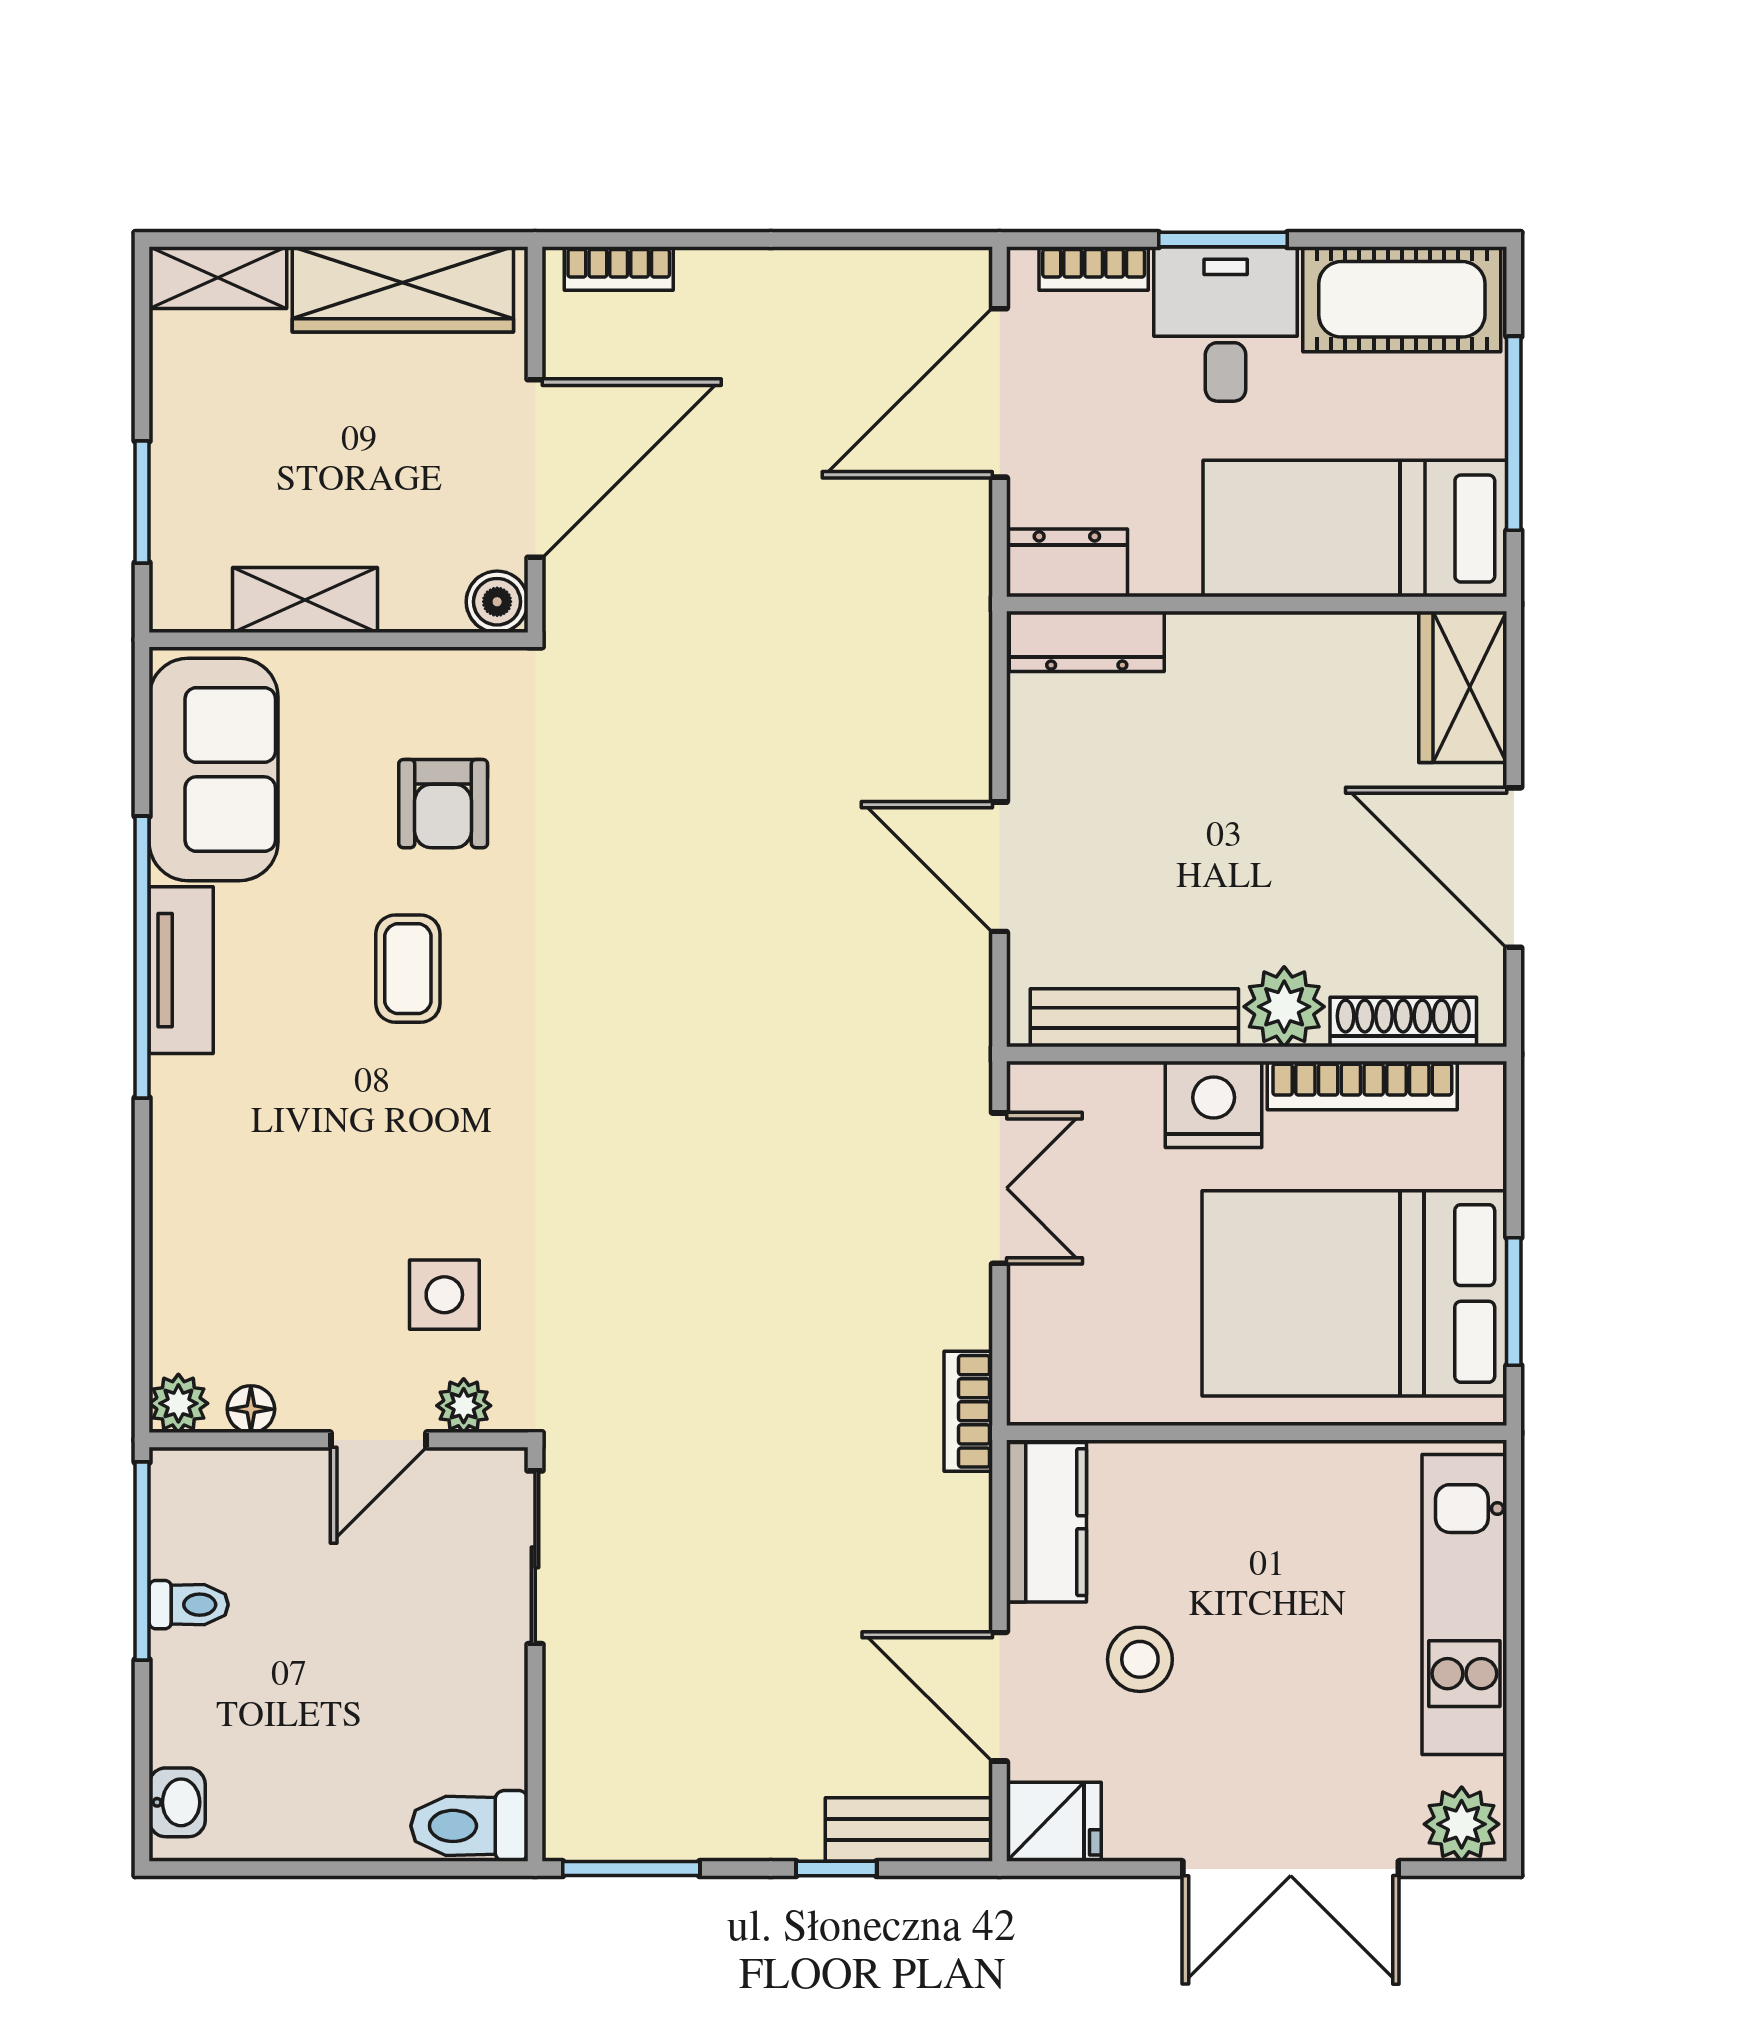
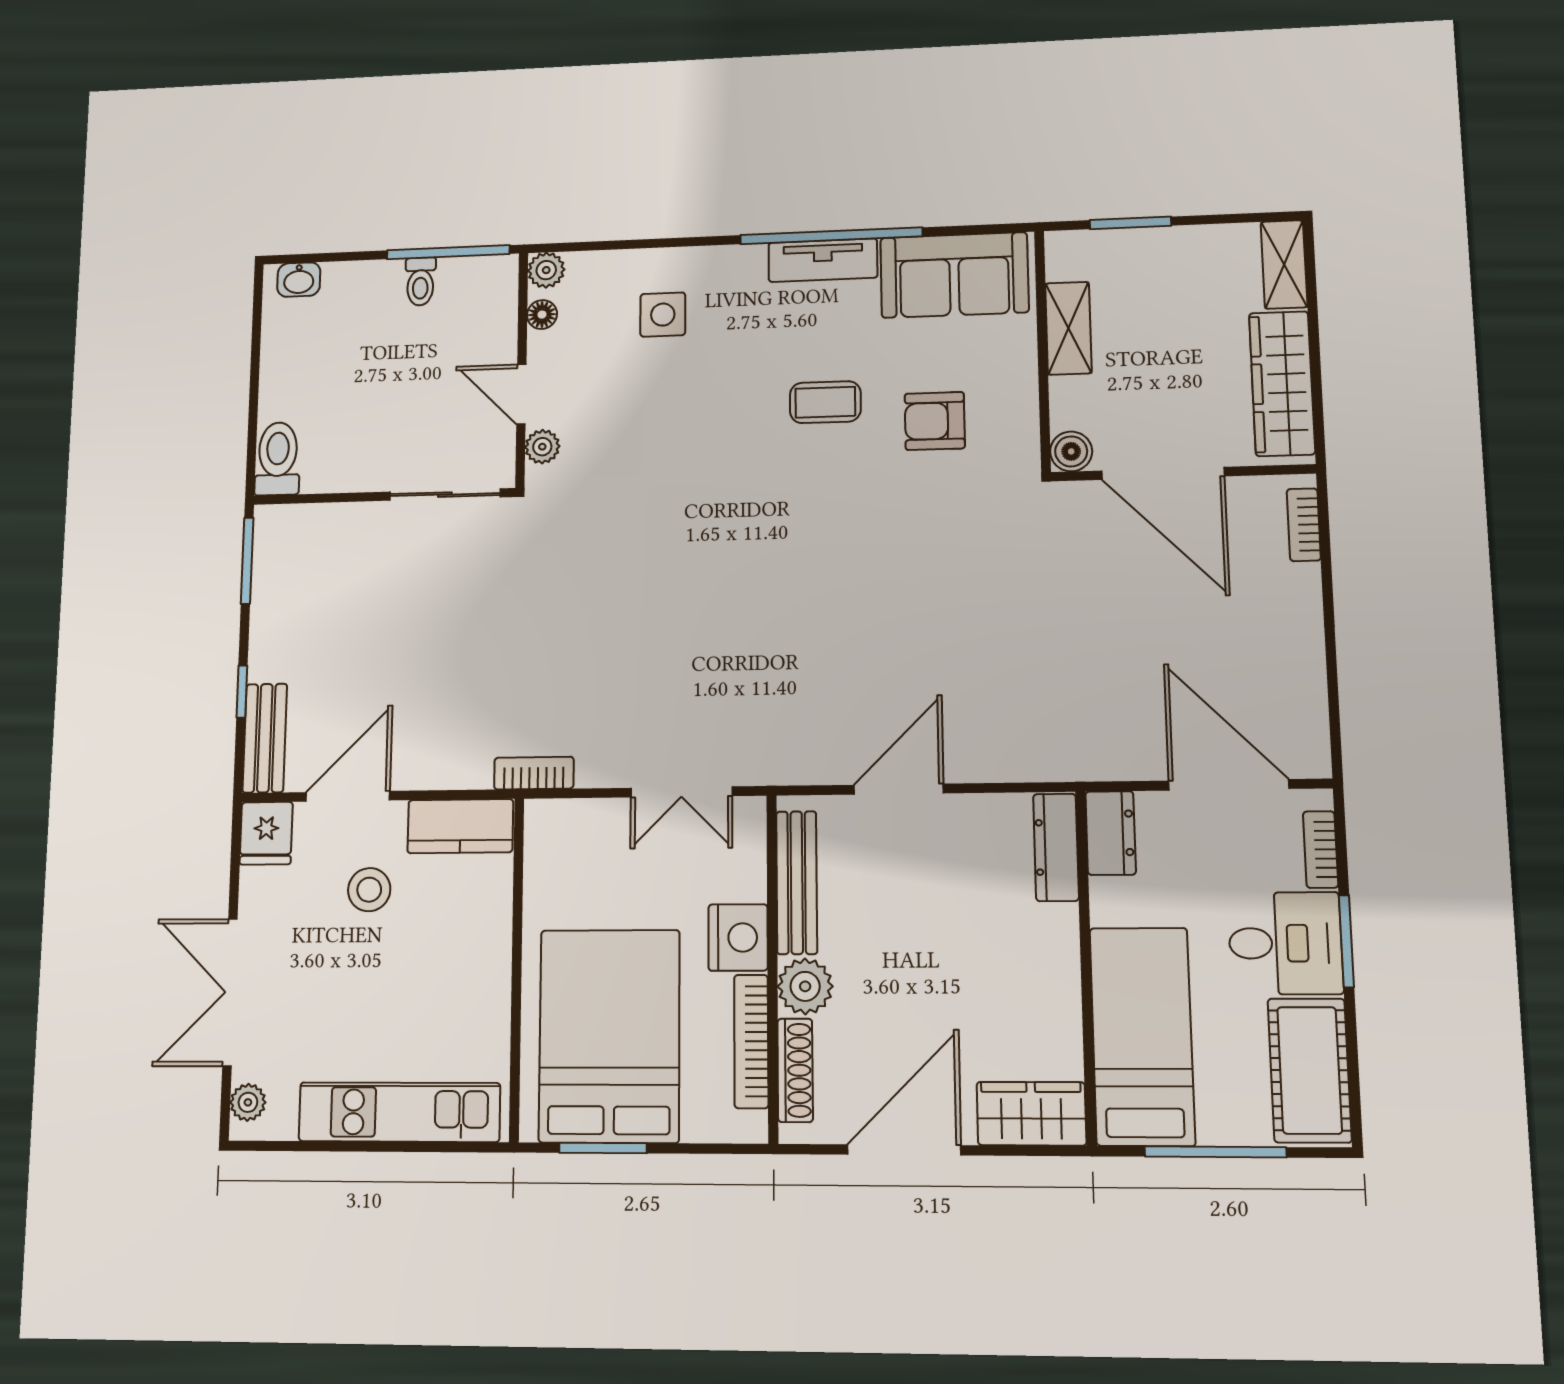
side table: (444, 1295) -> (663, 315), moved
plant: (1462, 1824) -> (248, 1102), width x0.73, depth x0.73

